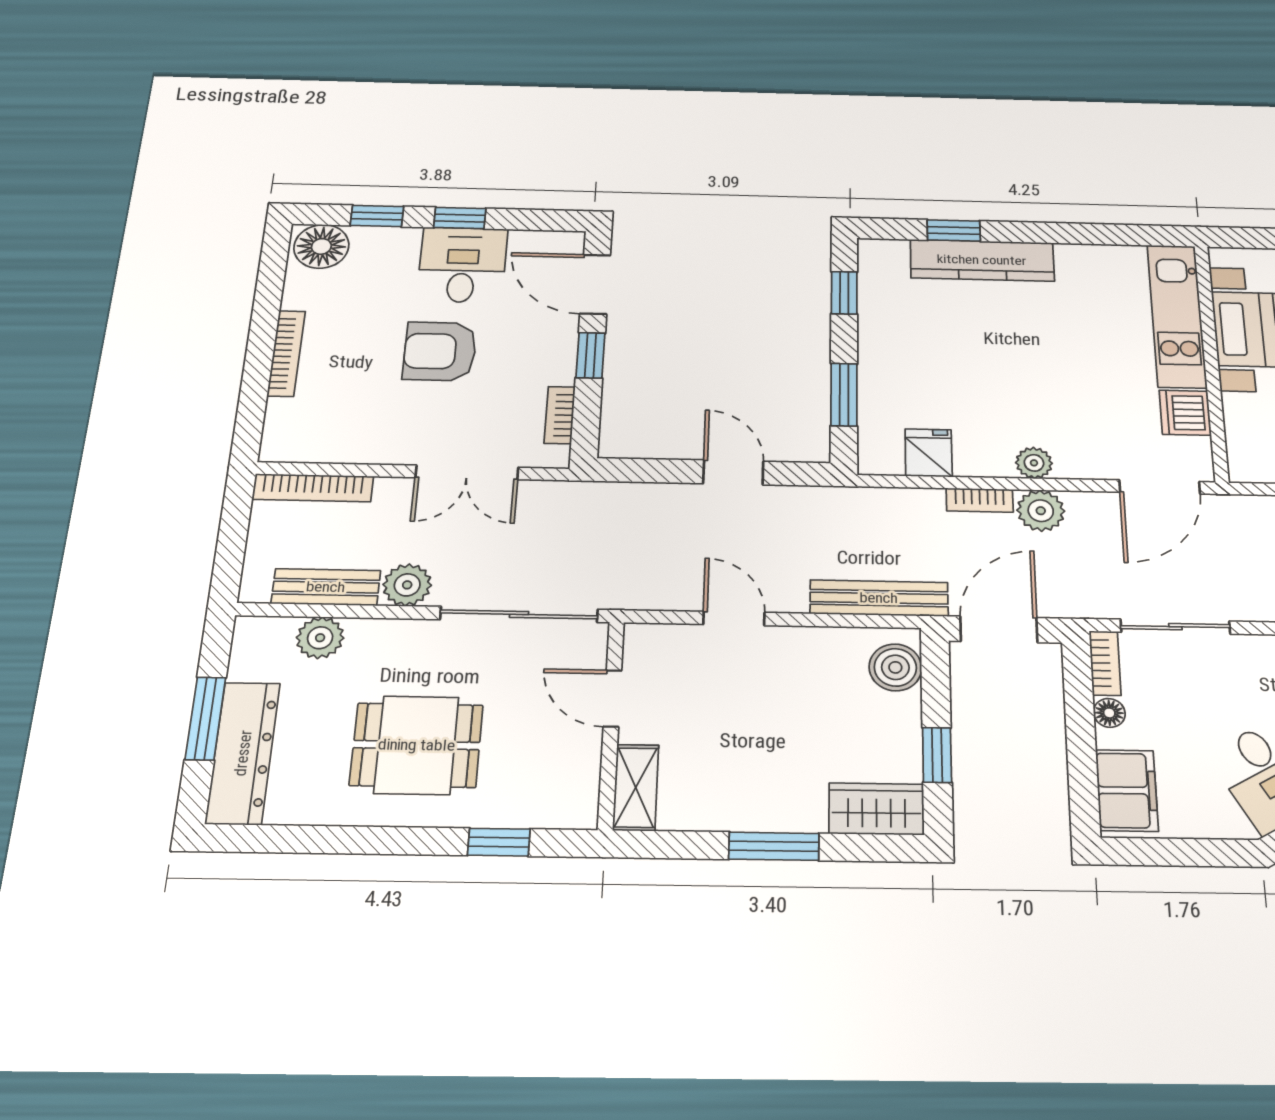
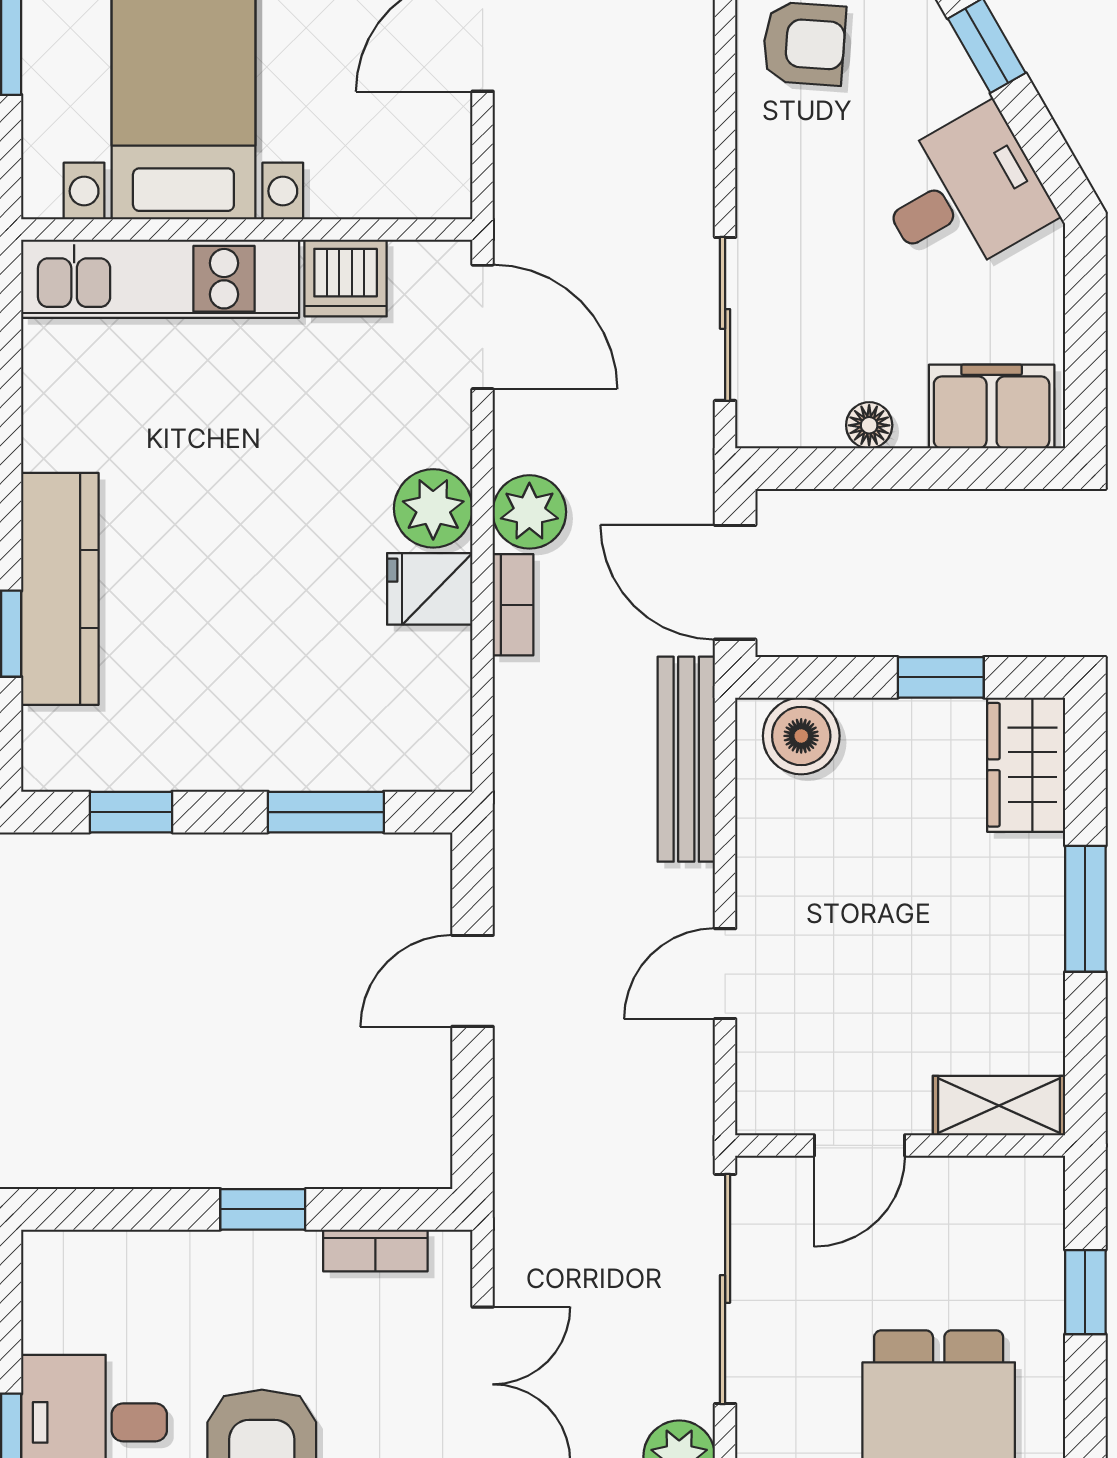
door: (595, 284) -> (126, 1209), removed
fridge: (929, 453) -> (430, 589), moved
plant: (1034, 463) -> (433, 508), width x1.38, depth x1.38
bookcase: (1105, 663) -> (788, 427), removed

